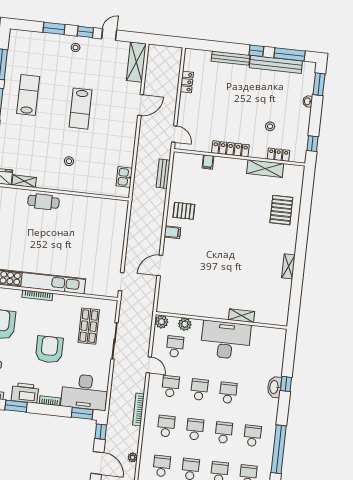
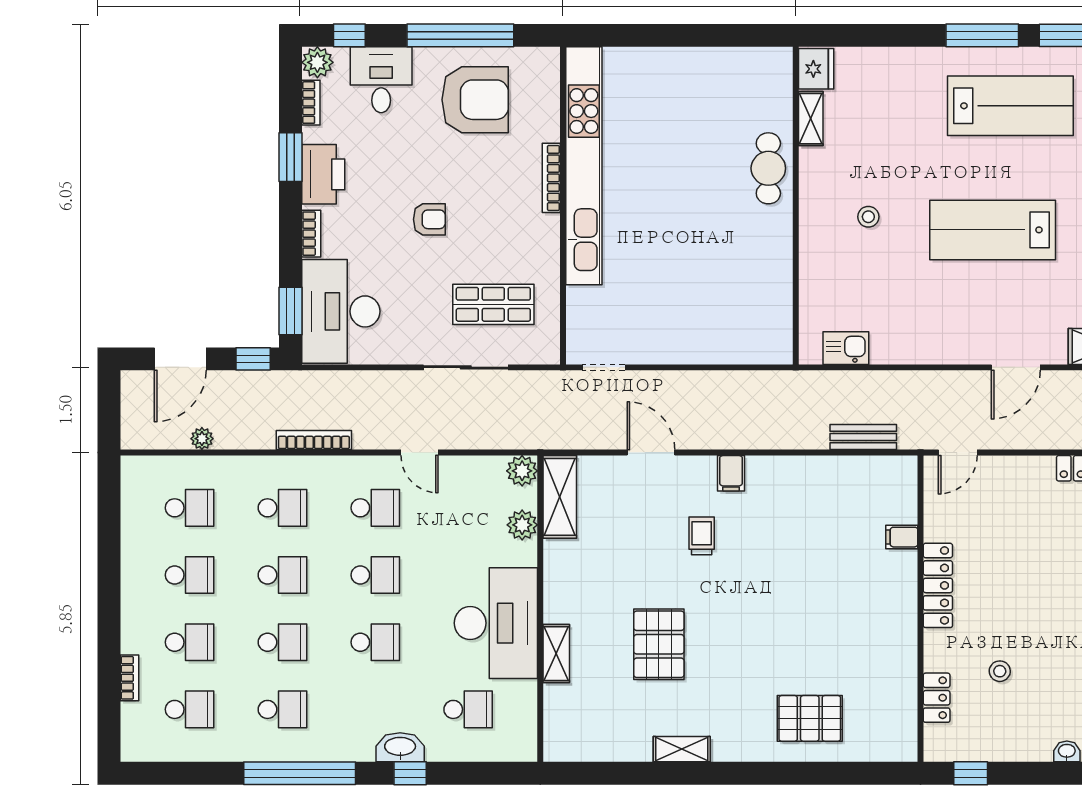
lab bench: (28, 95) -> (1010, 106), width x1.36, depth x1.39
door: (141, 105) -> (1016, 367), hinge flipped
lab bench: (80, 109) -> (993, 230), width x1.36, depth x1.39
shelving: (265, 169) -> (560, 497), moved
pallet: (184, 211) -> (659, 644), moved, width x1.50, depth x1.42
trolley: (198, 248) -> (702, 536), added
school desk: (175, 347) -> (468, 709), moved
armchair: (49, 350) -> (429, 219), width x0.53, depth x0.53
door: (149, 365) -> (420, 453), hinge flipped
window: (279, 449) -> (300, 773), moved

